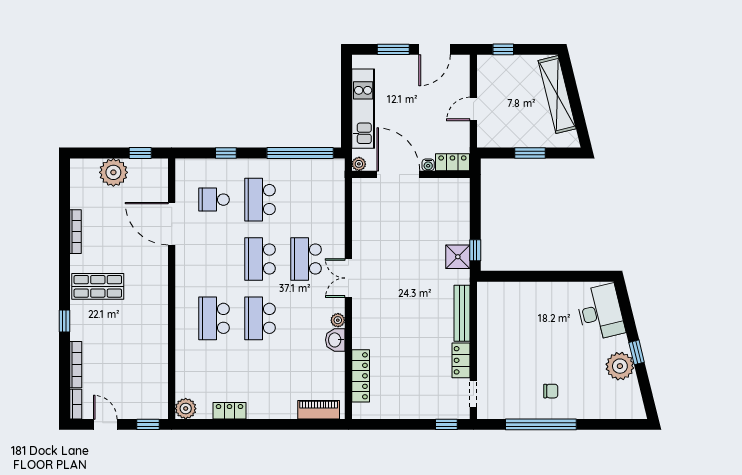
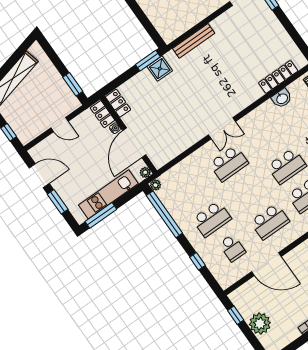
window: (347, 85) -> (101, 215), added
window: (530, 153) -> (73, 84), moved
door: (172, 224) -> (266, 264), hinge flipped
window: (475, 250) -> (148, 61), width x1.50
school desk: (260, 259) -> (270, 222), moved
plant: (338, 320) -> (156, 185), moved
washbasin: (335, 340) -> (282, 98), moved
locker: (461, 360) -> (118, 103), moved, turned -90

